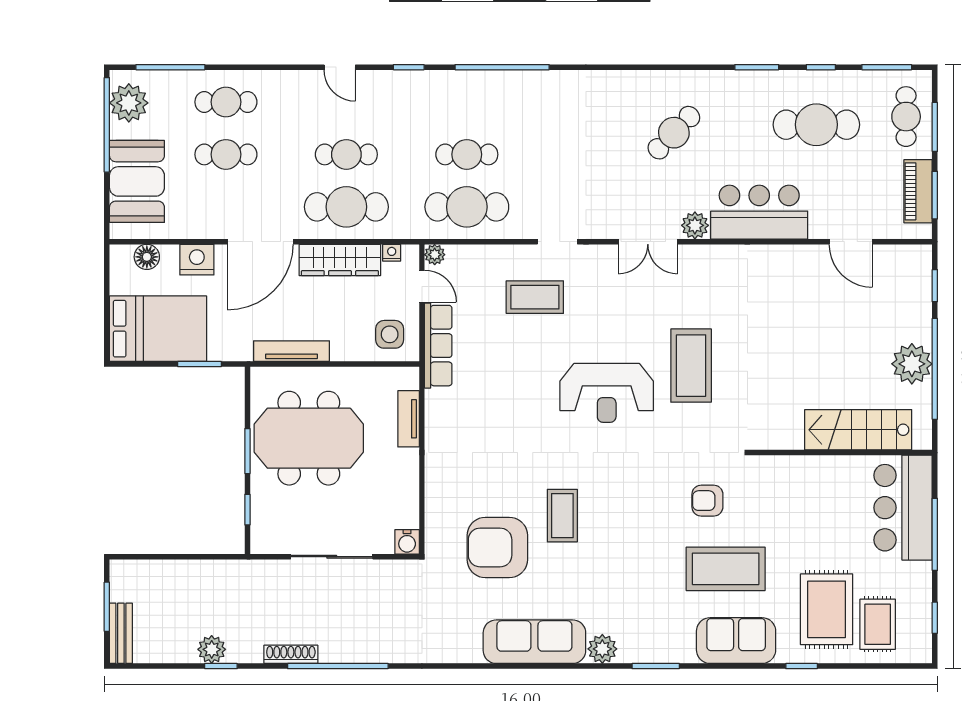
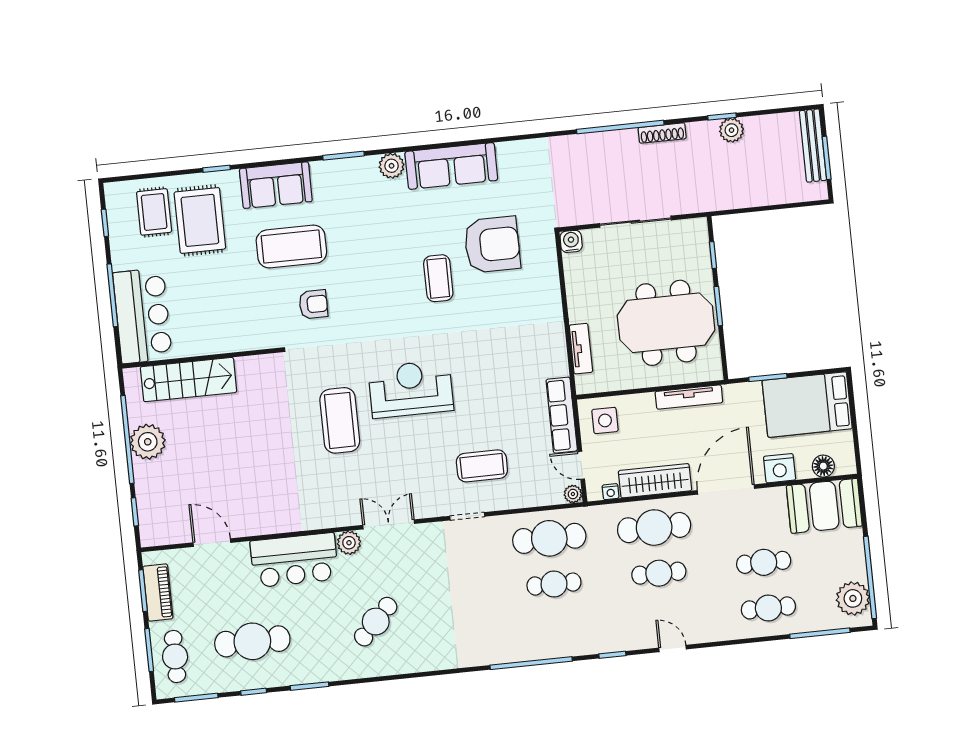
booth: (137, 181) -> (824, 506), moved, turned 90
bench: (121, 633) -> (813, 146), width x1.36

